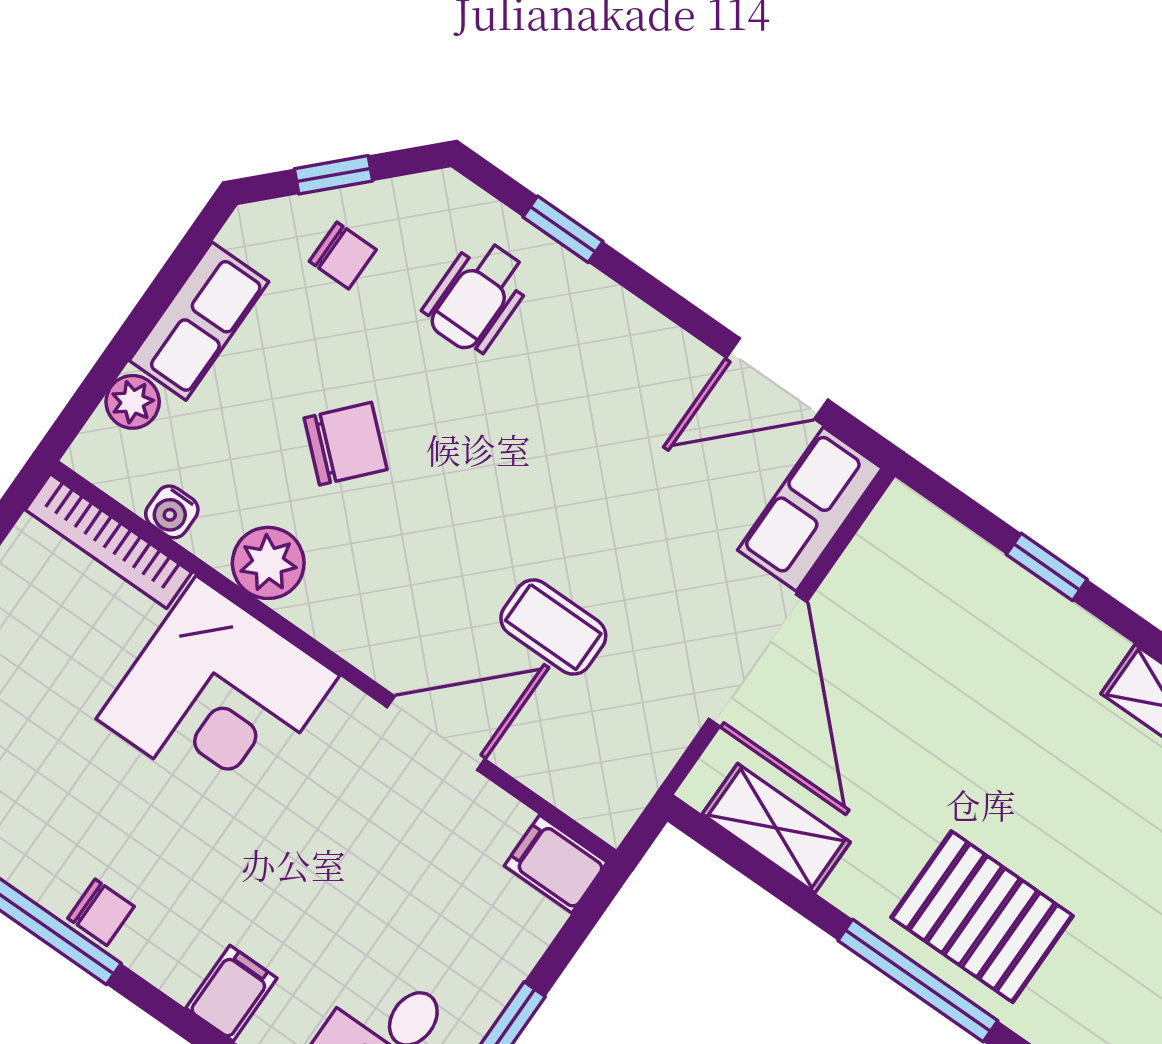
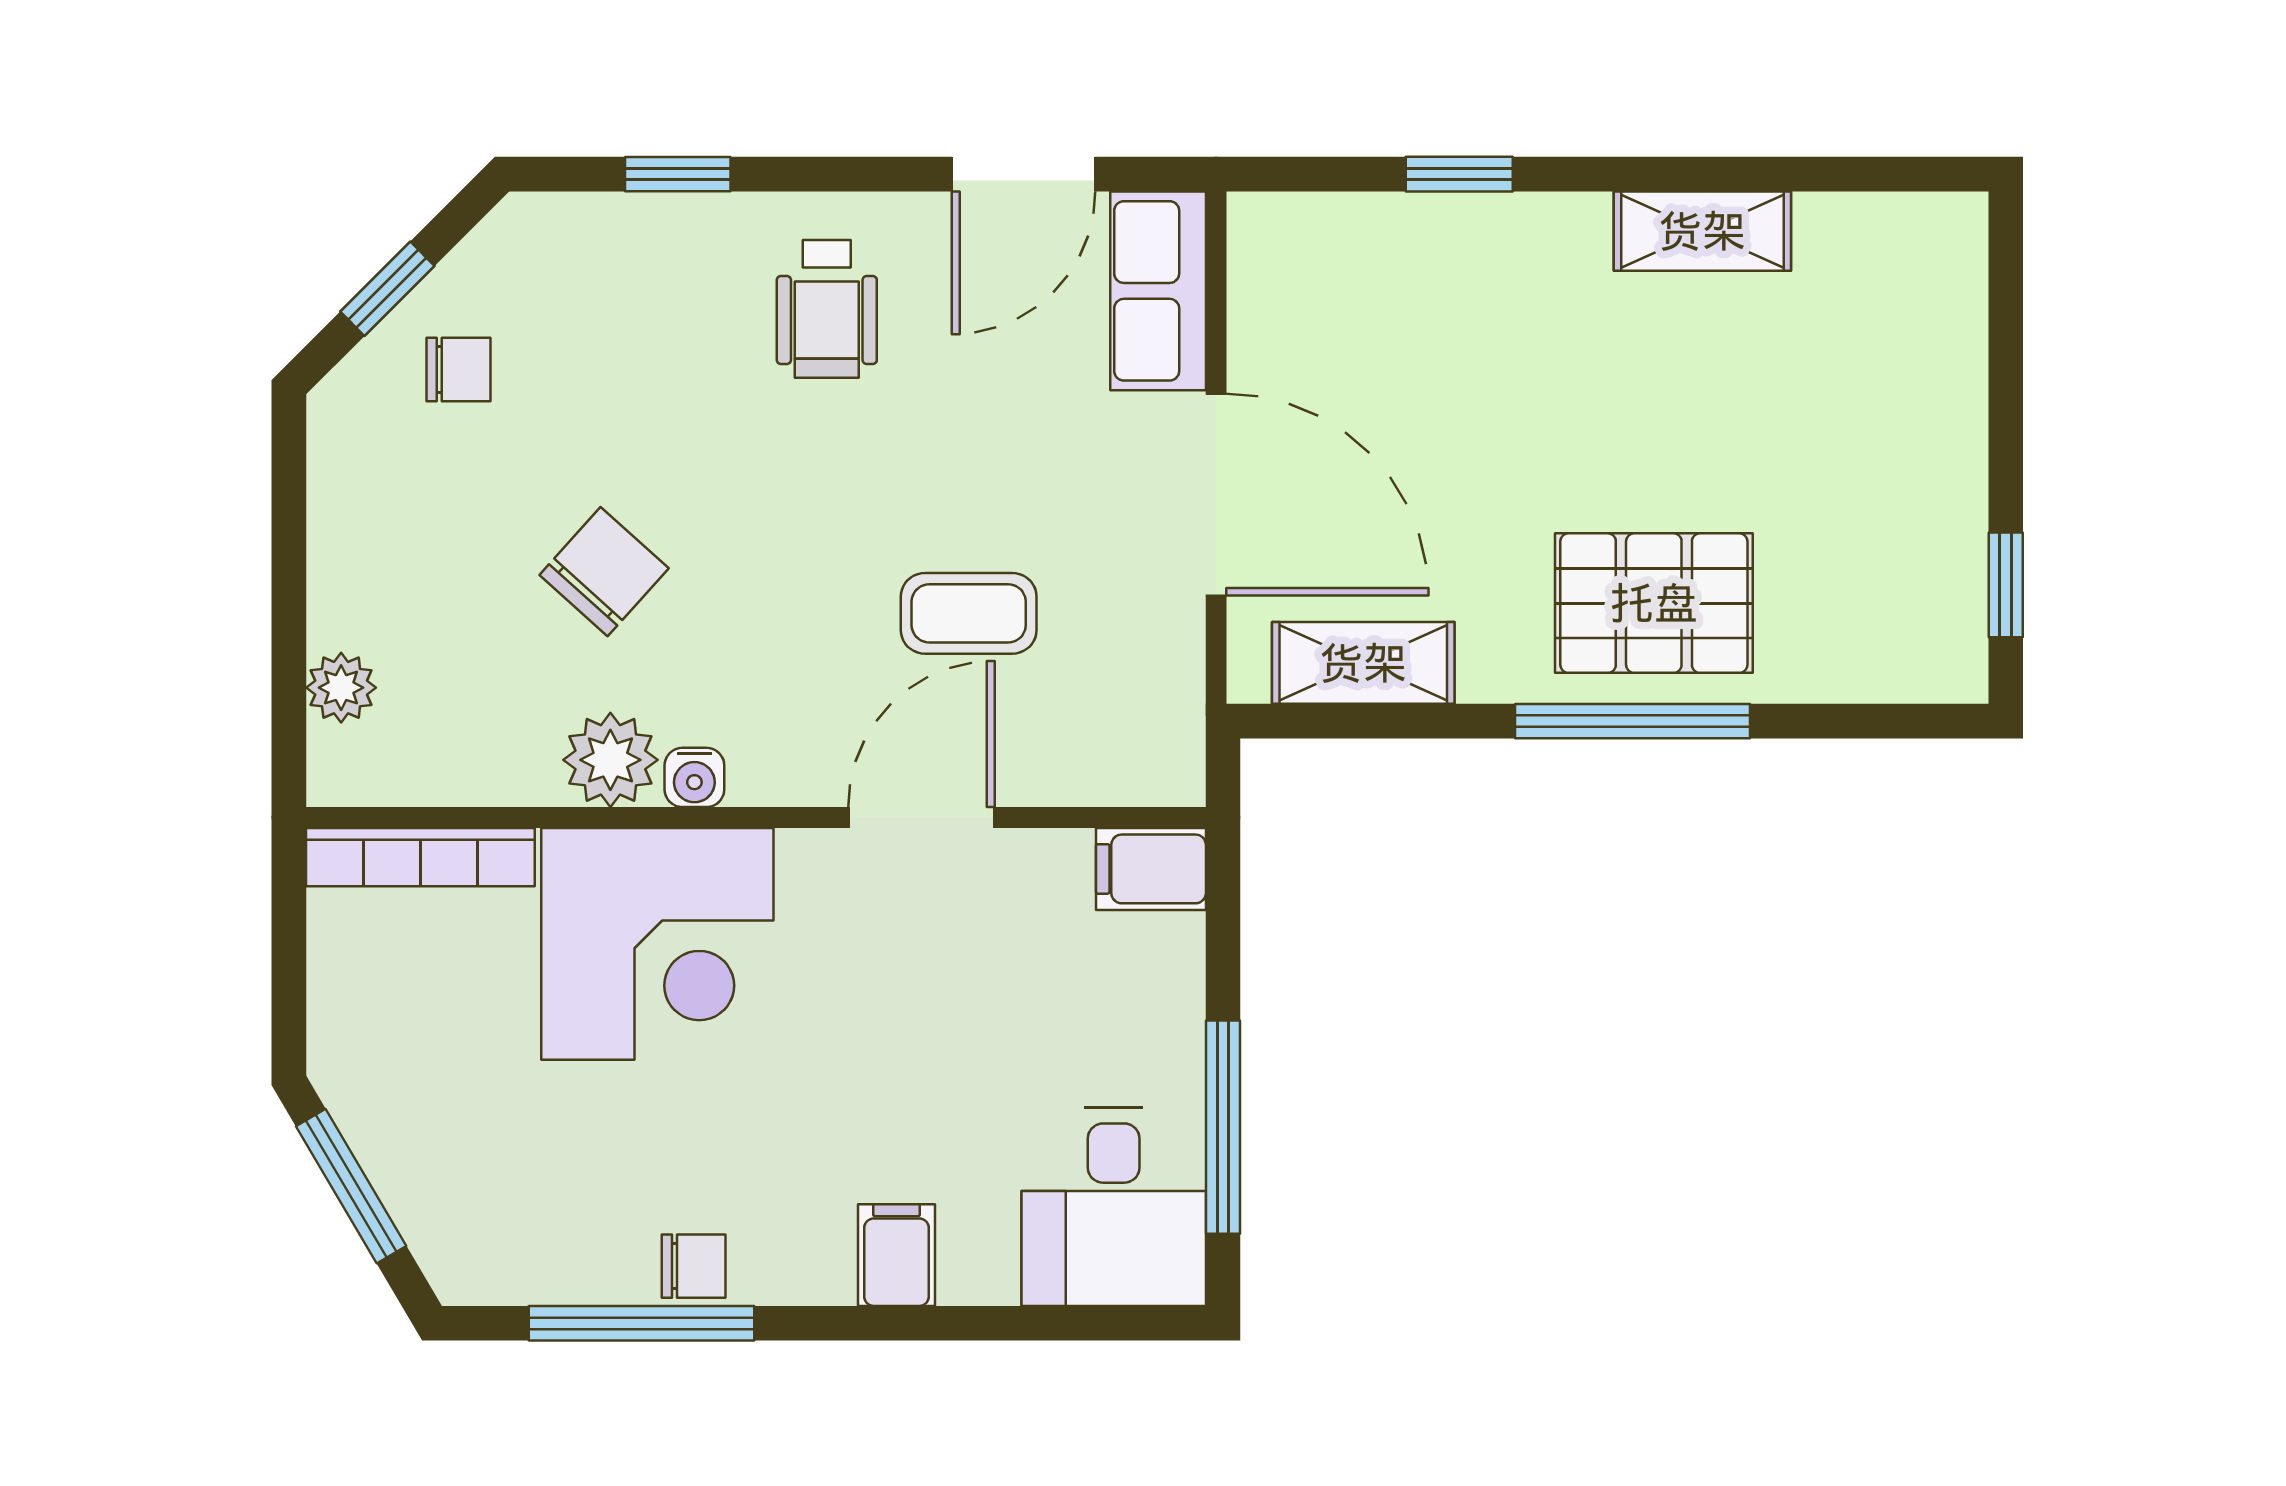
wheelchair: (477, 296) -> (827, 309), moved
row of seats: (199, 321) -> (352, 550), removed
water cooler: (172, 512) -> (694, 777), moved

